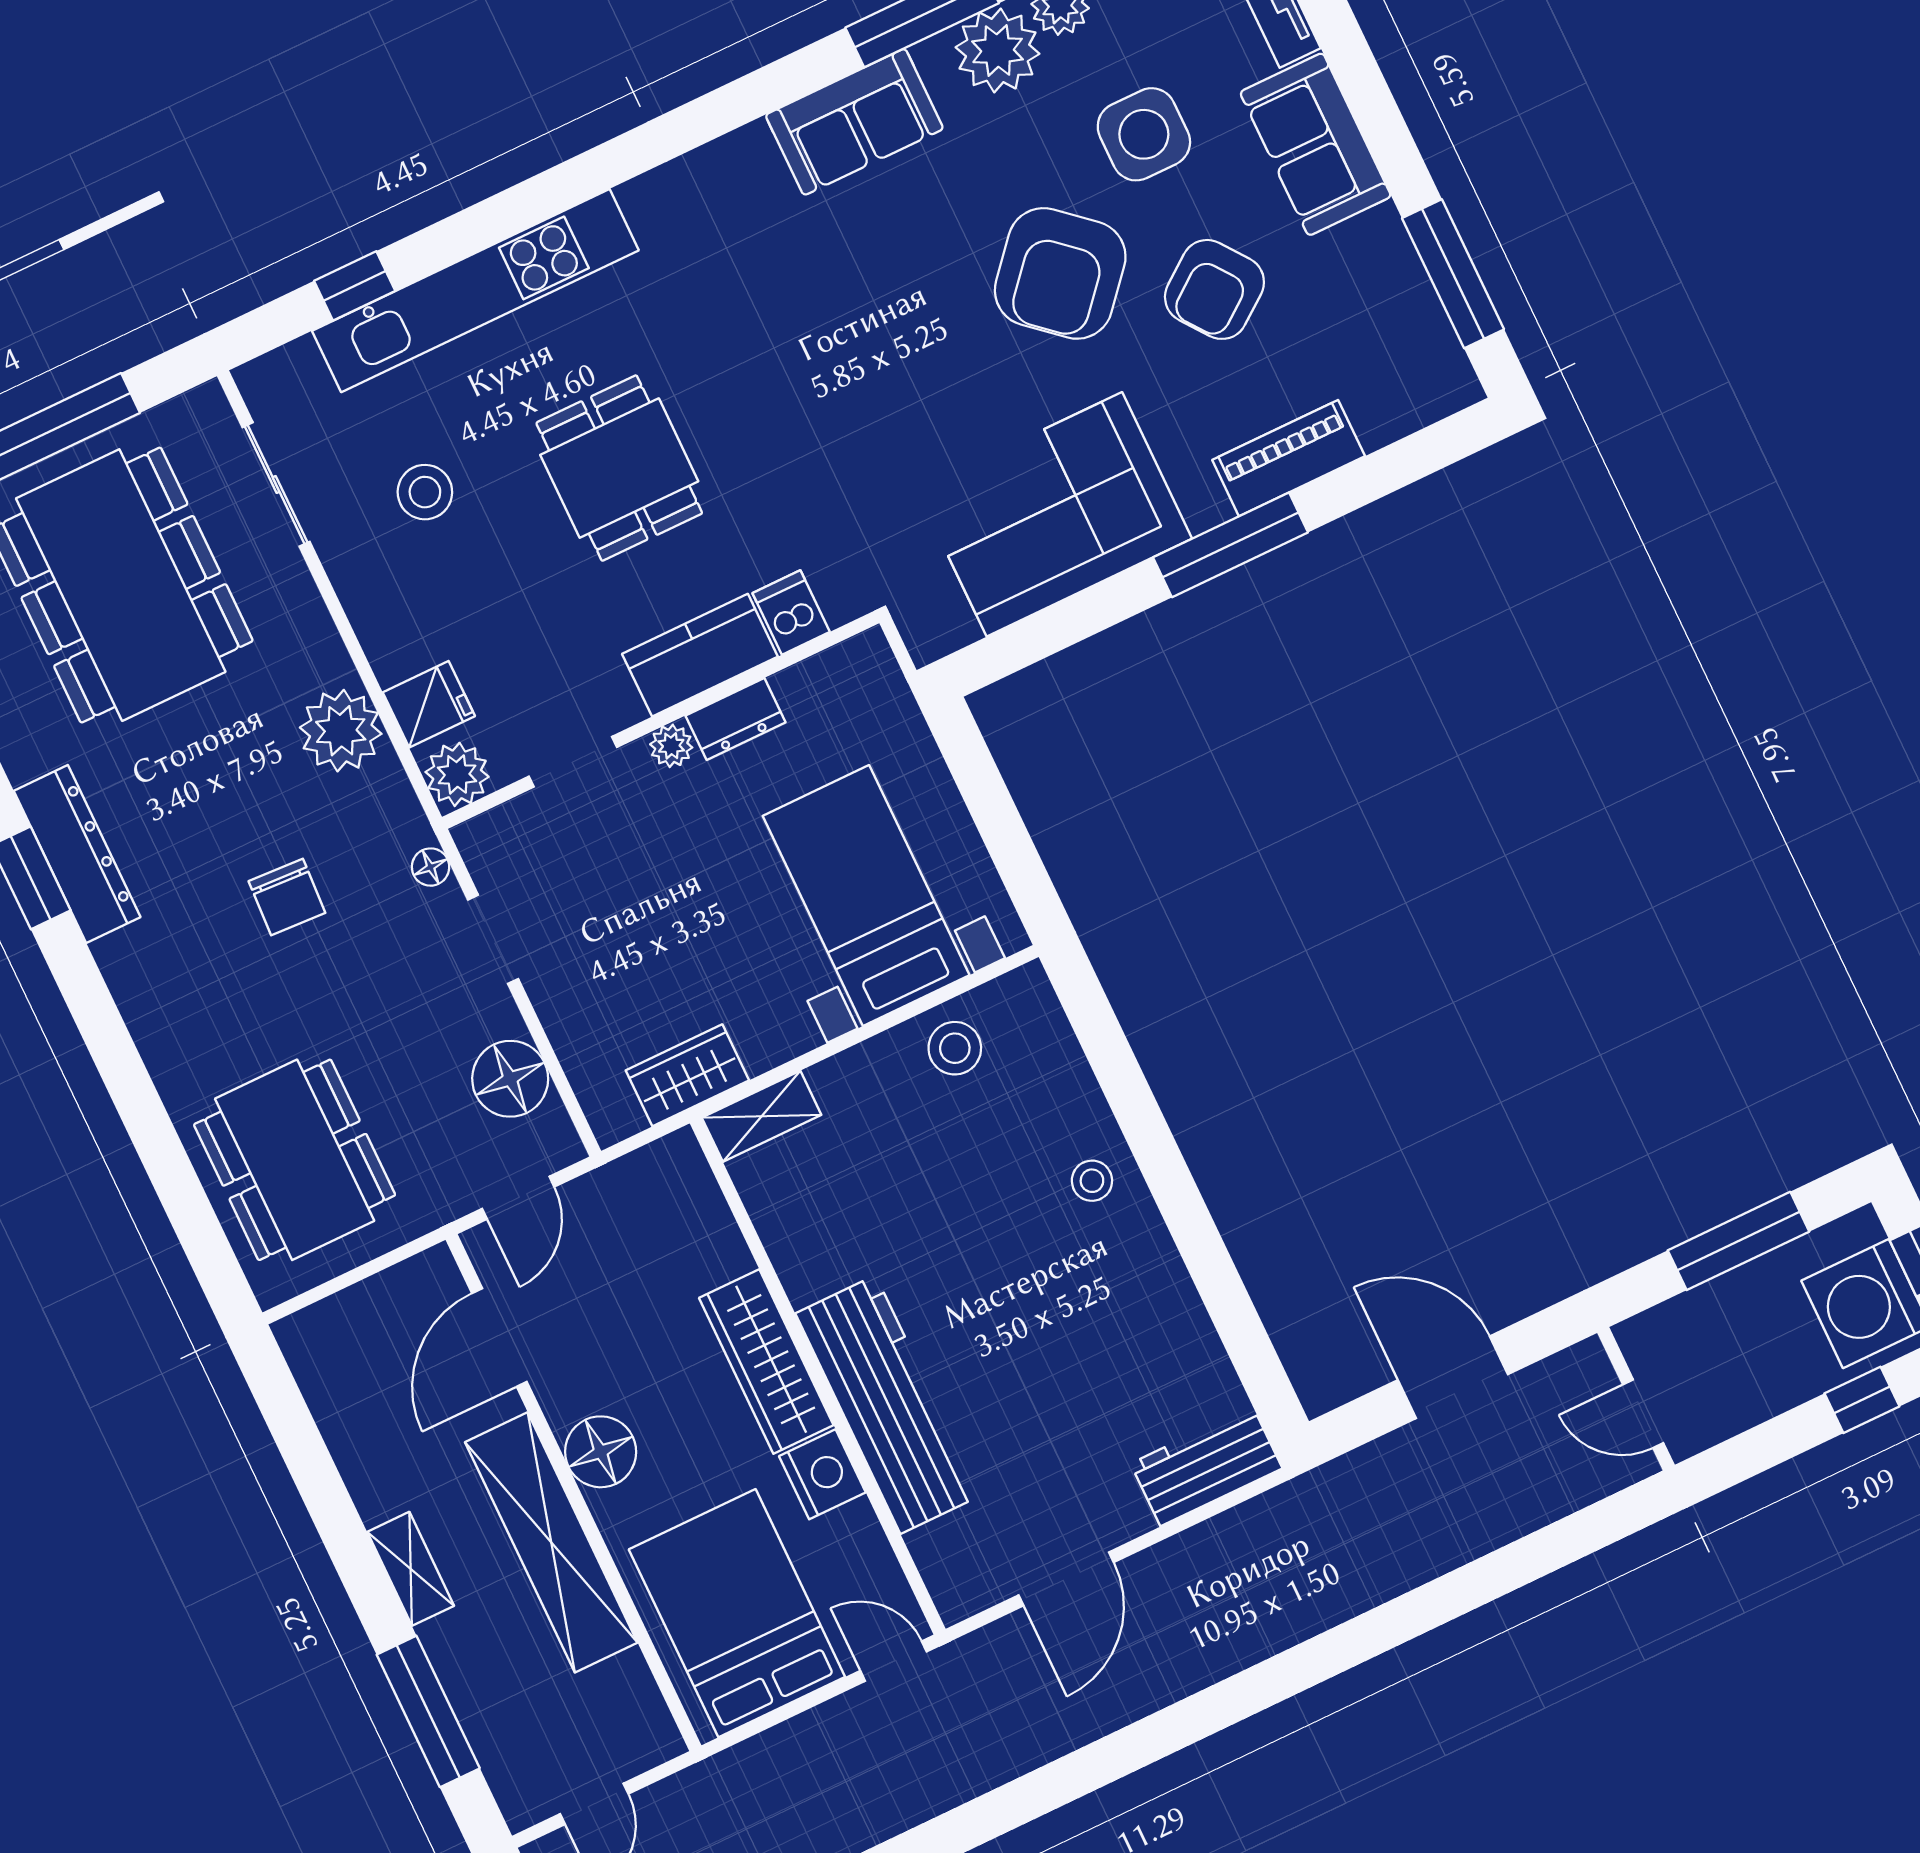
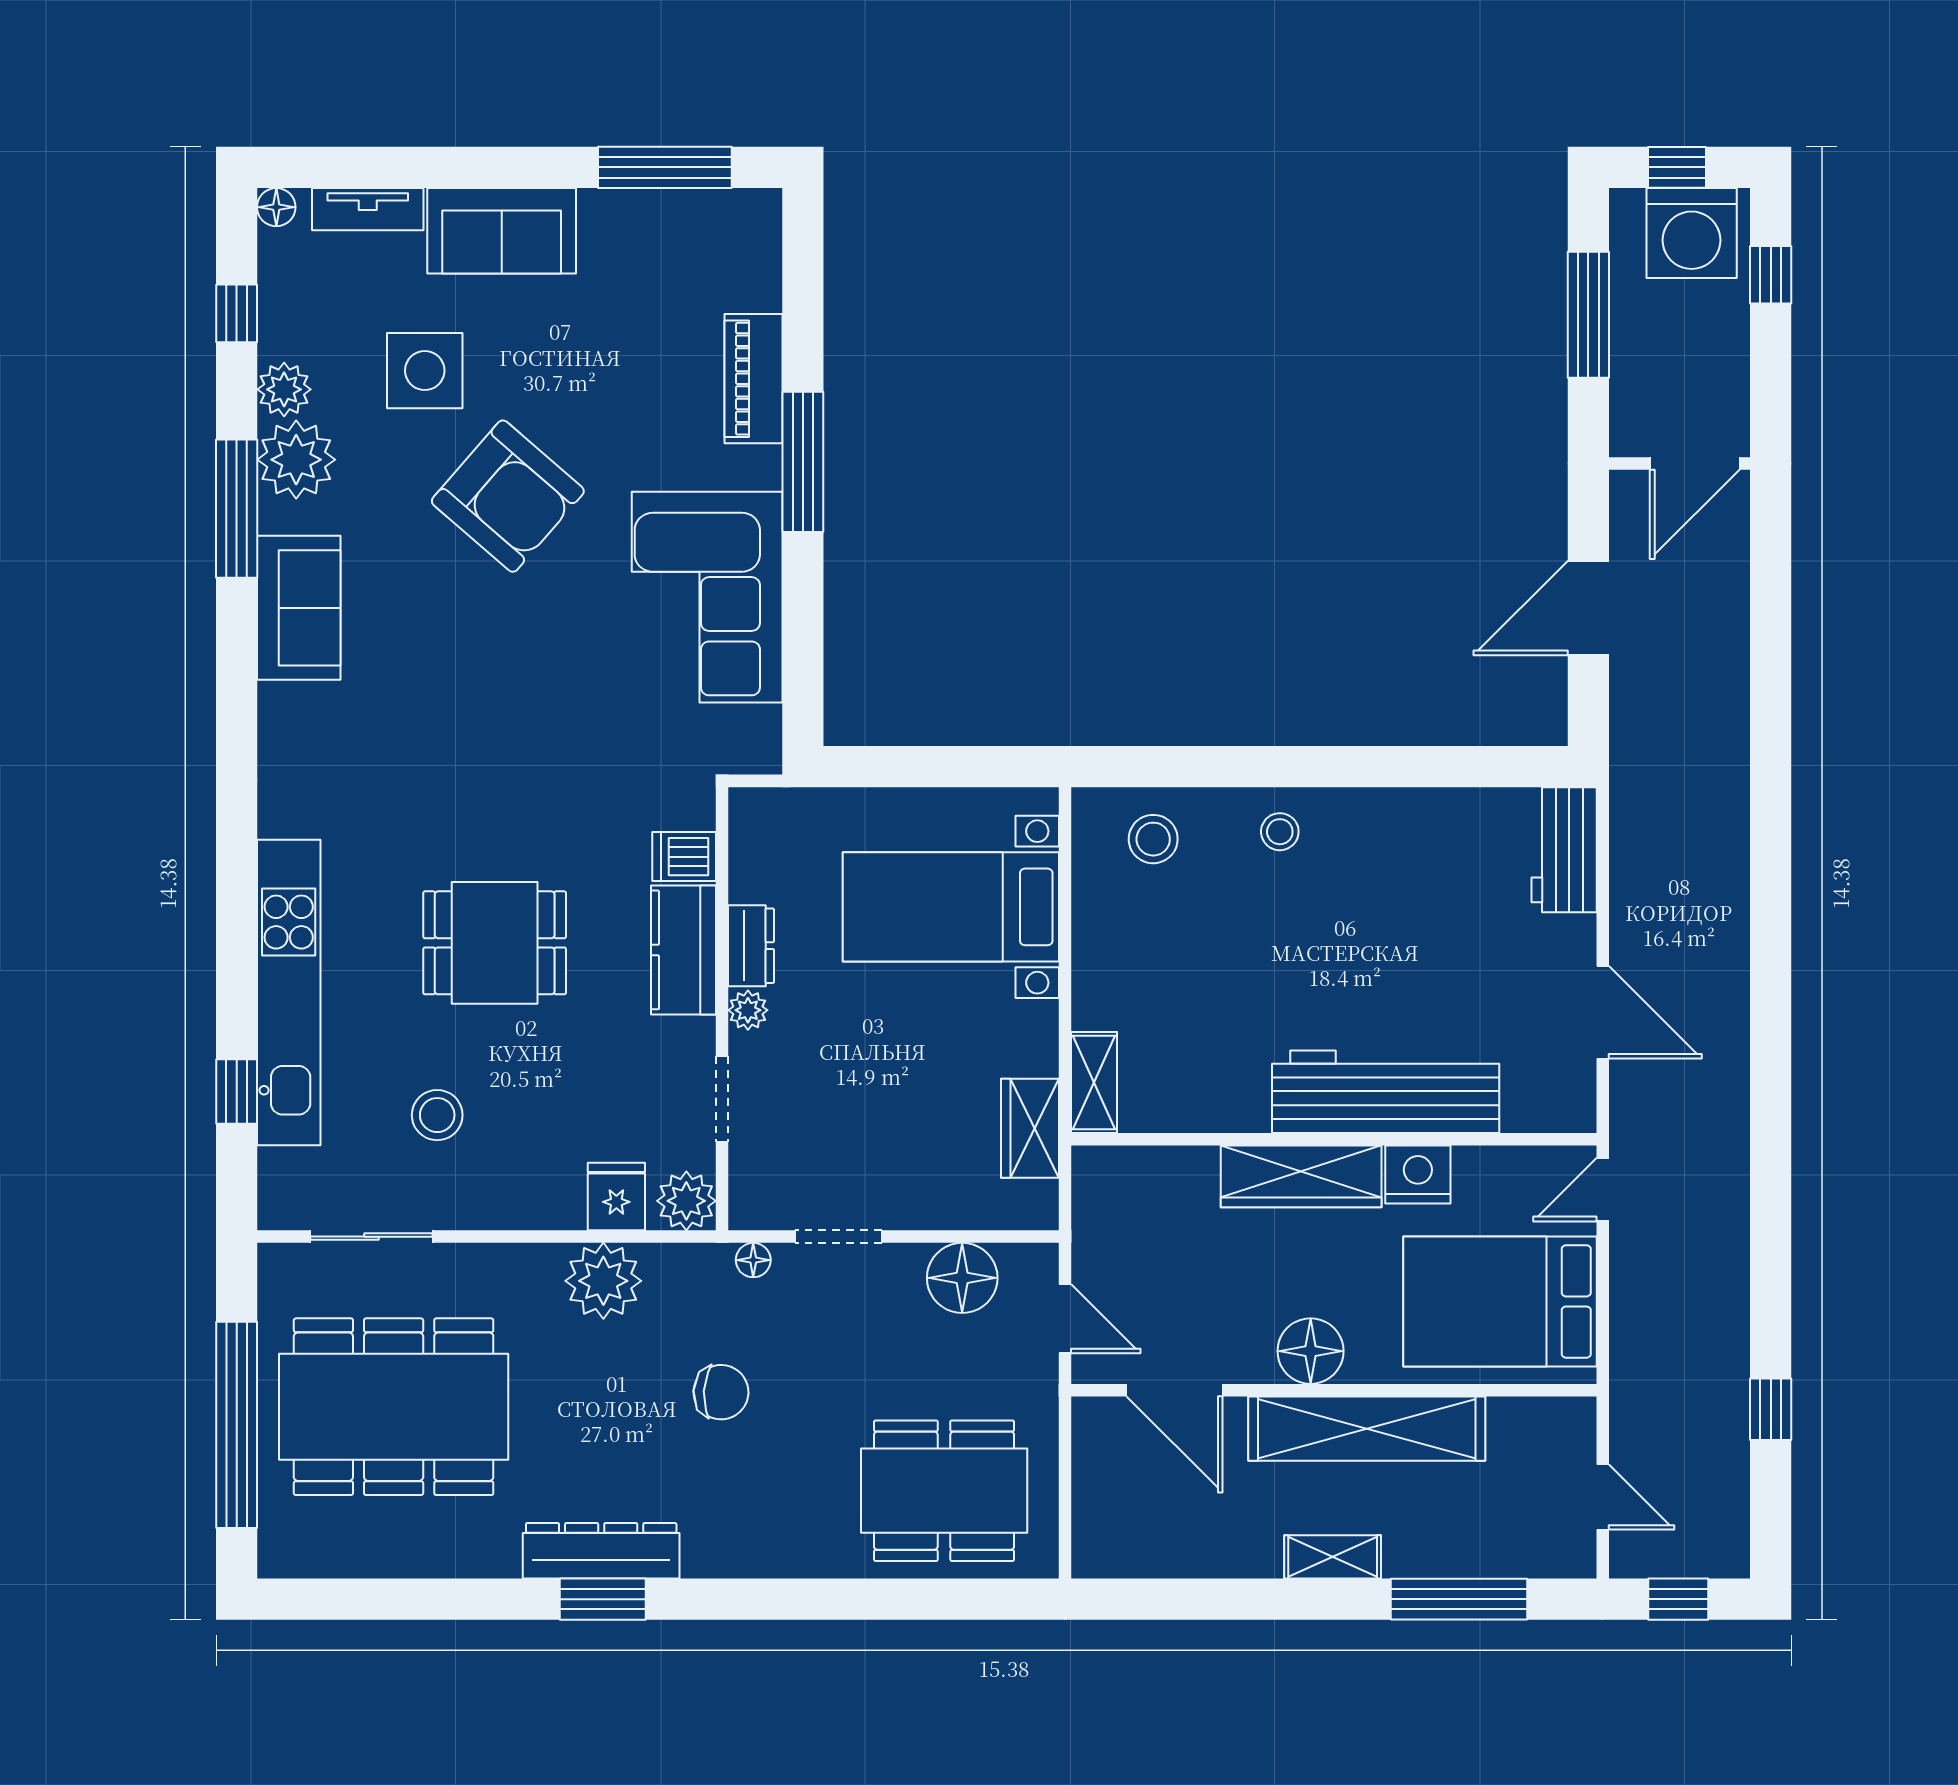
armchair: (1214, 289) -> (583, 373), removed
stool: (955, 1048) -> (1153, 839), moved
door: (1643, 1414) -> (1695, 463), width x1.38

